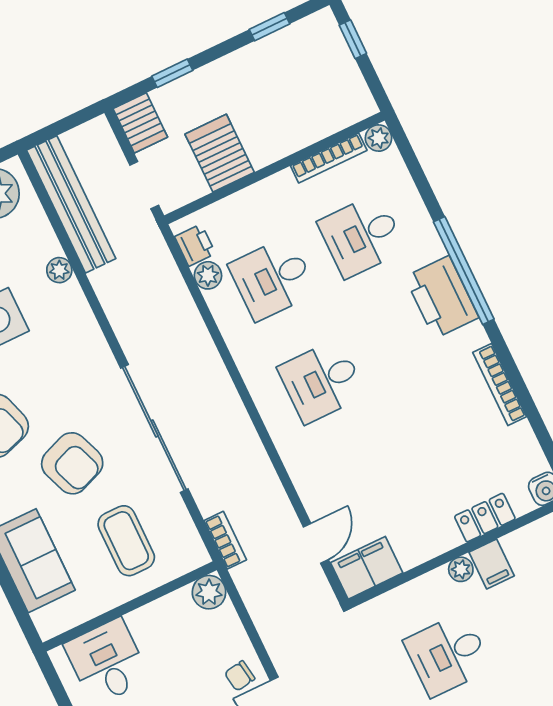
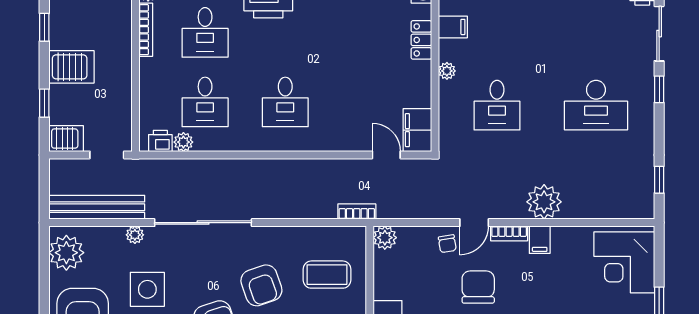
server rack: (220, 153) -> (71, 67), moved, turned 180
sliding door: (154, 429) -> (203, 223), moved
armchair: (72, 463) -> (261, 285), turned 92
filing cabinet: (492, 564) -> (453, 27), moved

